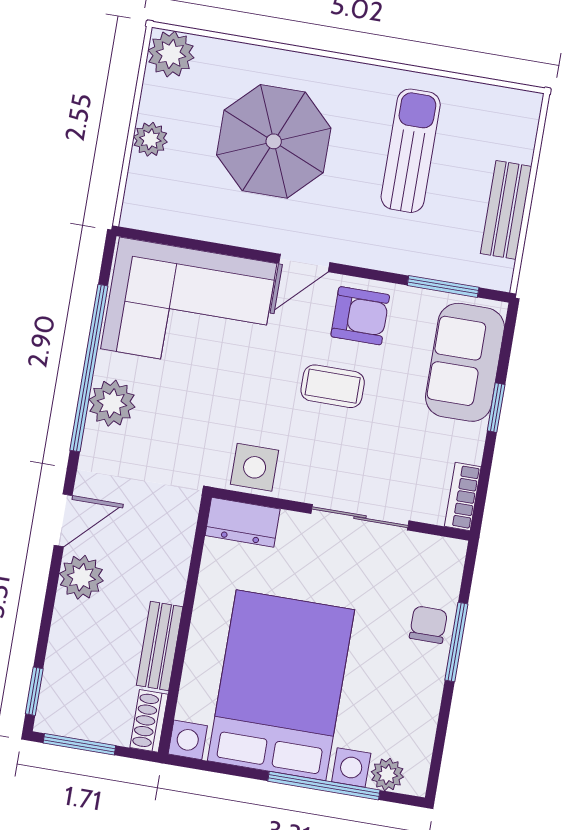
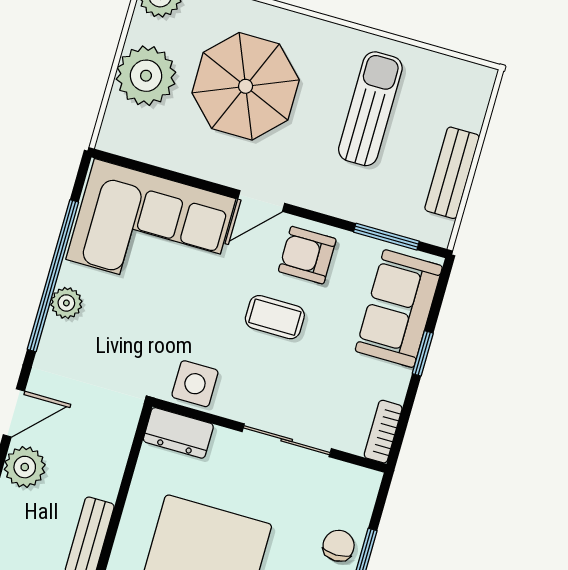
plant: (150, 139) -> (146, 76), width x1.87, depth x1.87
armchair: (360, 316) -> (307, 255), turned 180
plant: (112, 403) -> (66, 303), width x0.73, depth x0.73

